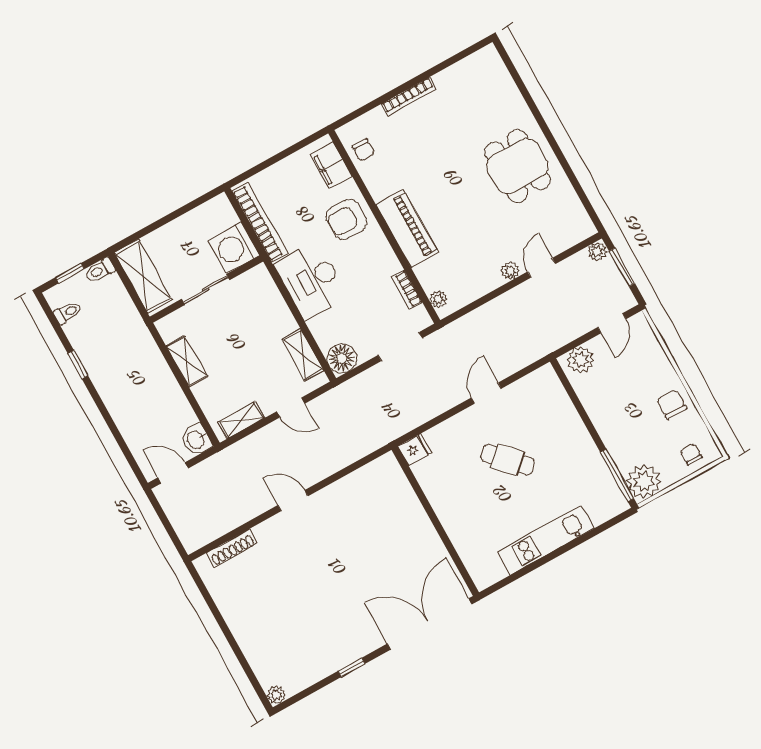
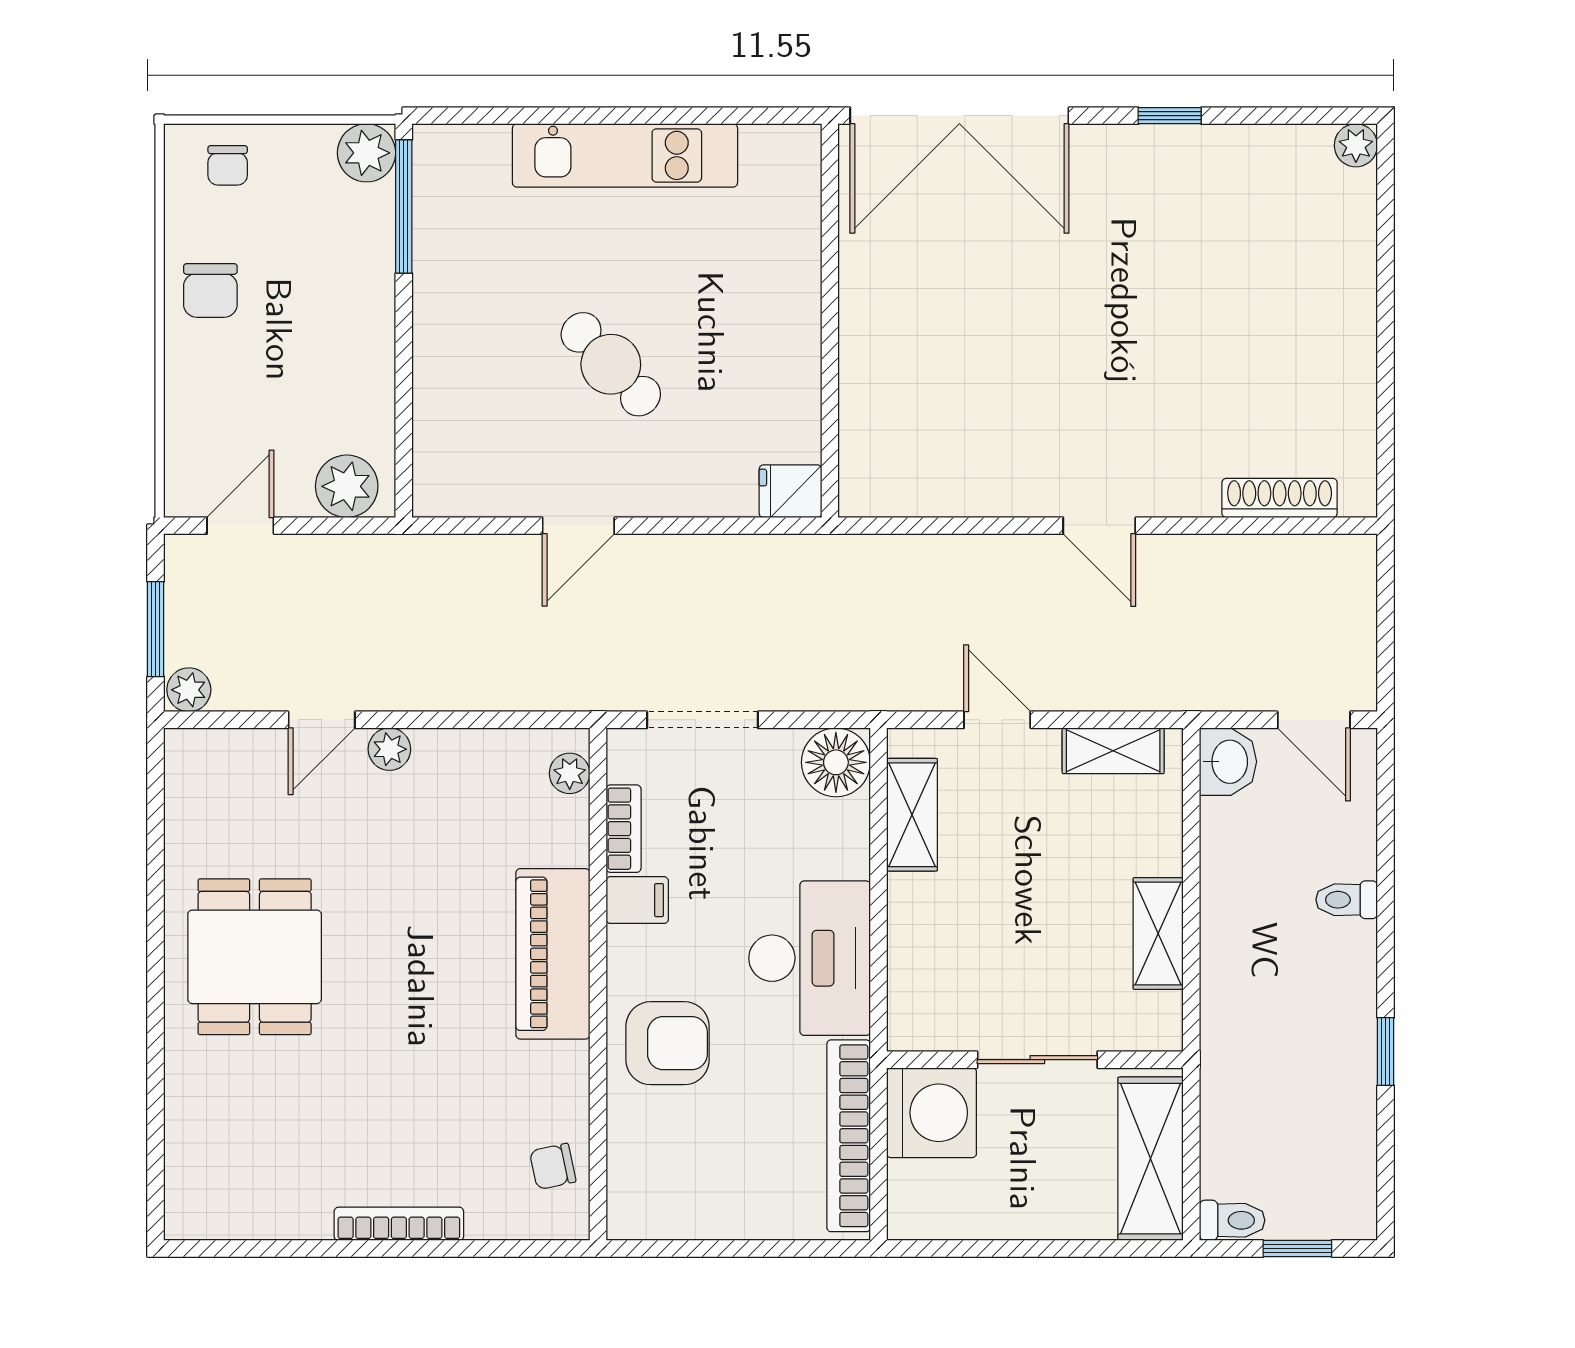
chair: (363, 150) -> (553, 1166), turned -102
filing cabinet: (331, 165) -> (637, 900), moved, width x0.50
toilet: (68, 312) -> (1347, 900), moved
plant: (644, 482) -> (367, 153), width x0.73, depth x0.73

